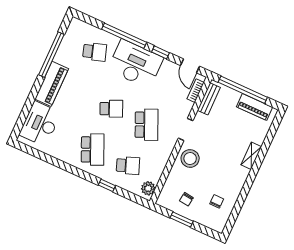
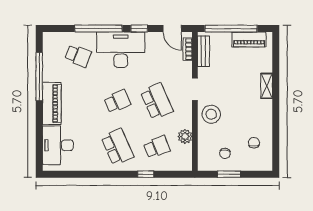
school desk: (95, 52) -> (78, 56), turned 39
plant: (148, 188) -> (185, 136), moved

